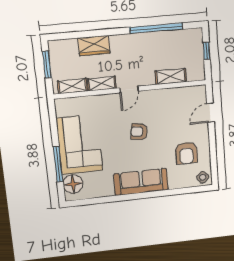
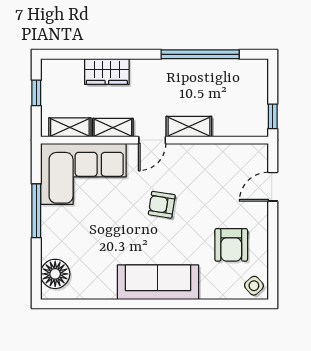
window: (207, 51) -> (273, 116), moved
window: (47, 65) -> (36, 93), width x0.67
shelving: (171, 77) -> (189, 127), moved
corner sofa: (80, 144) -> (83, 174), moved, turned 90
window: (58, 164) -> (36, 211), moved

